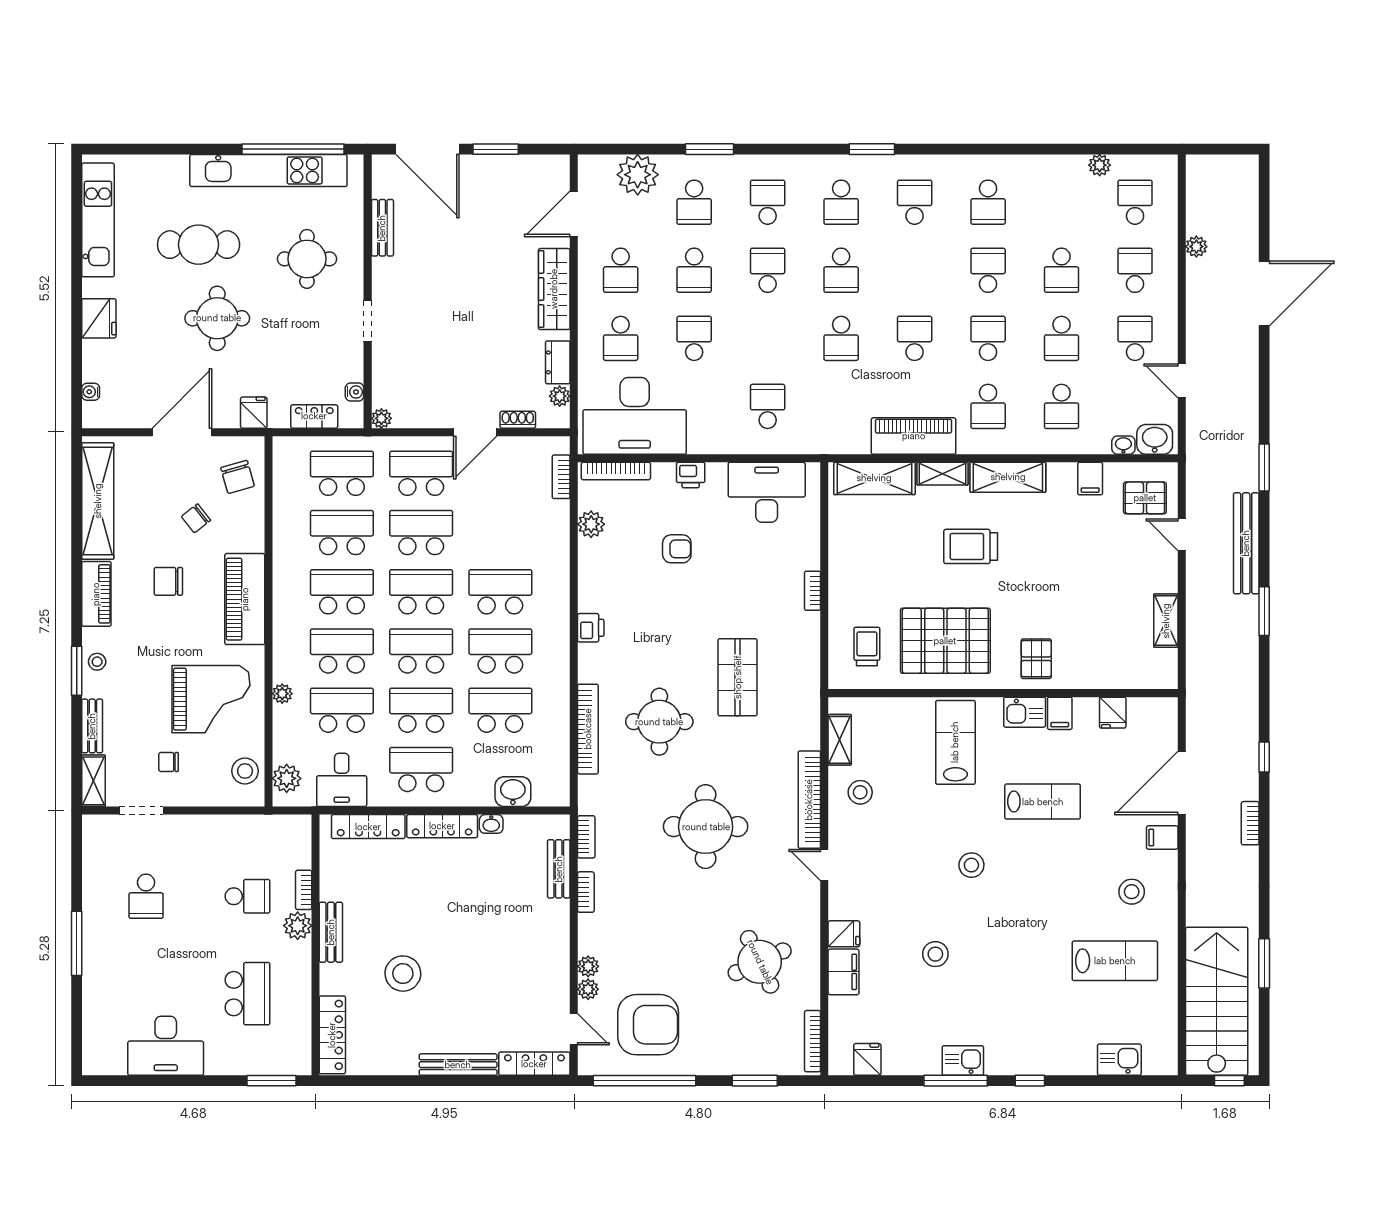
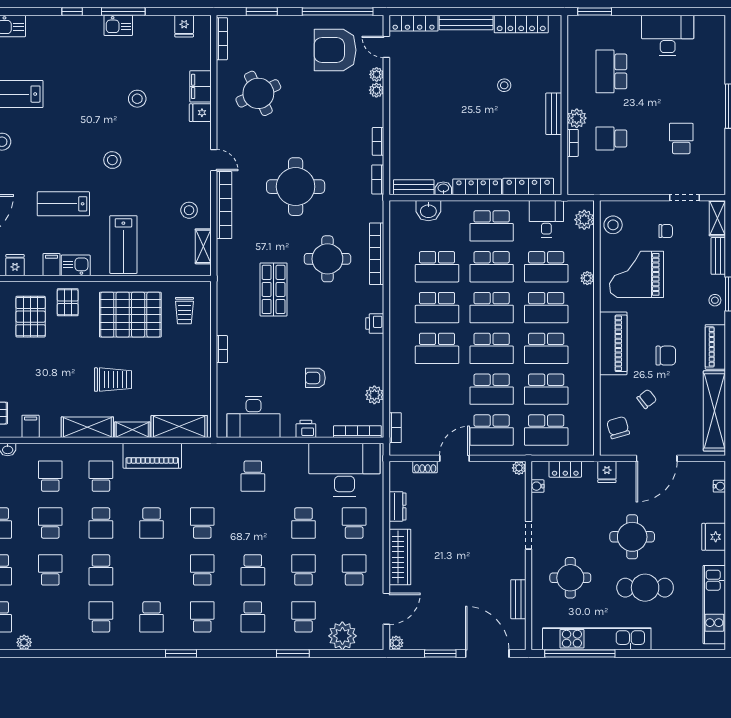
plant: (560, 396) -> (396, 643), moved
pallet: (1090, 638) -> (31, 317), added
bench: (559, 869) -> (414, 187), moved, turned 90
stool: (403, 974) -> (504, 85), width x0.53, depth x0.53
locker: (332, 1035) -> (521, 24), moved, turned -90

